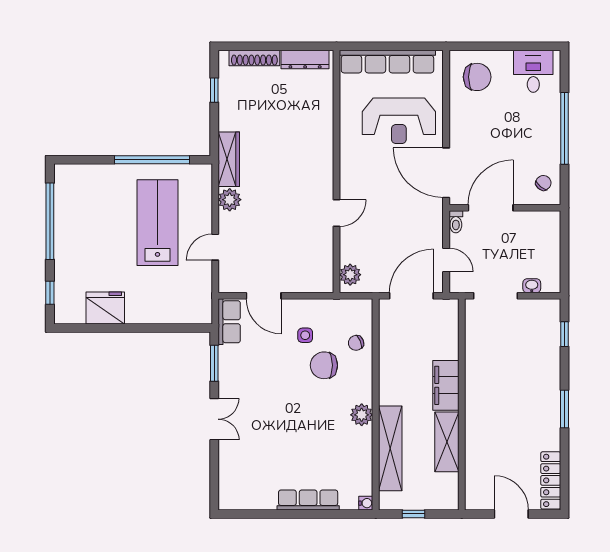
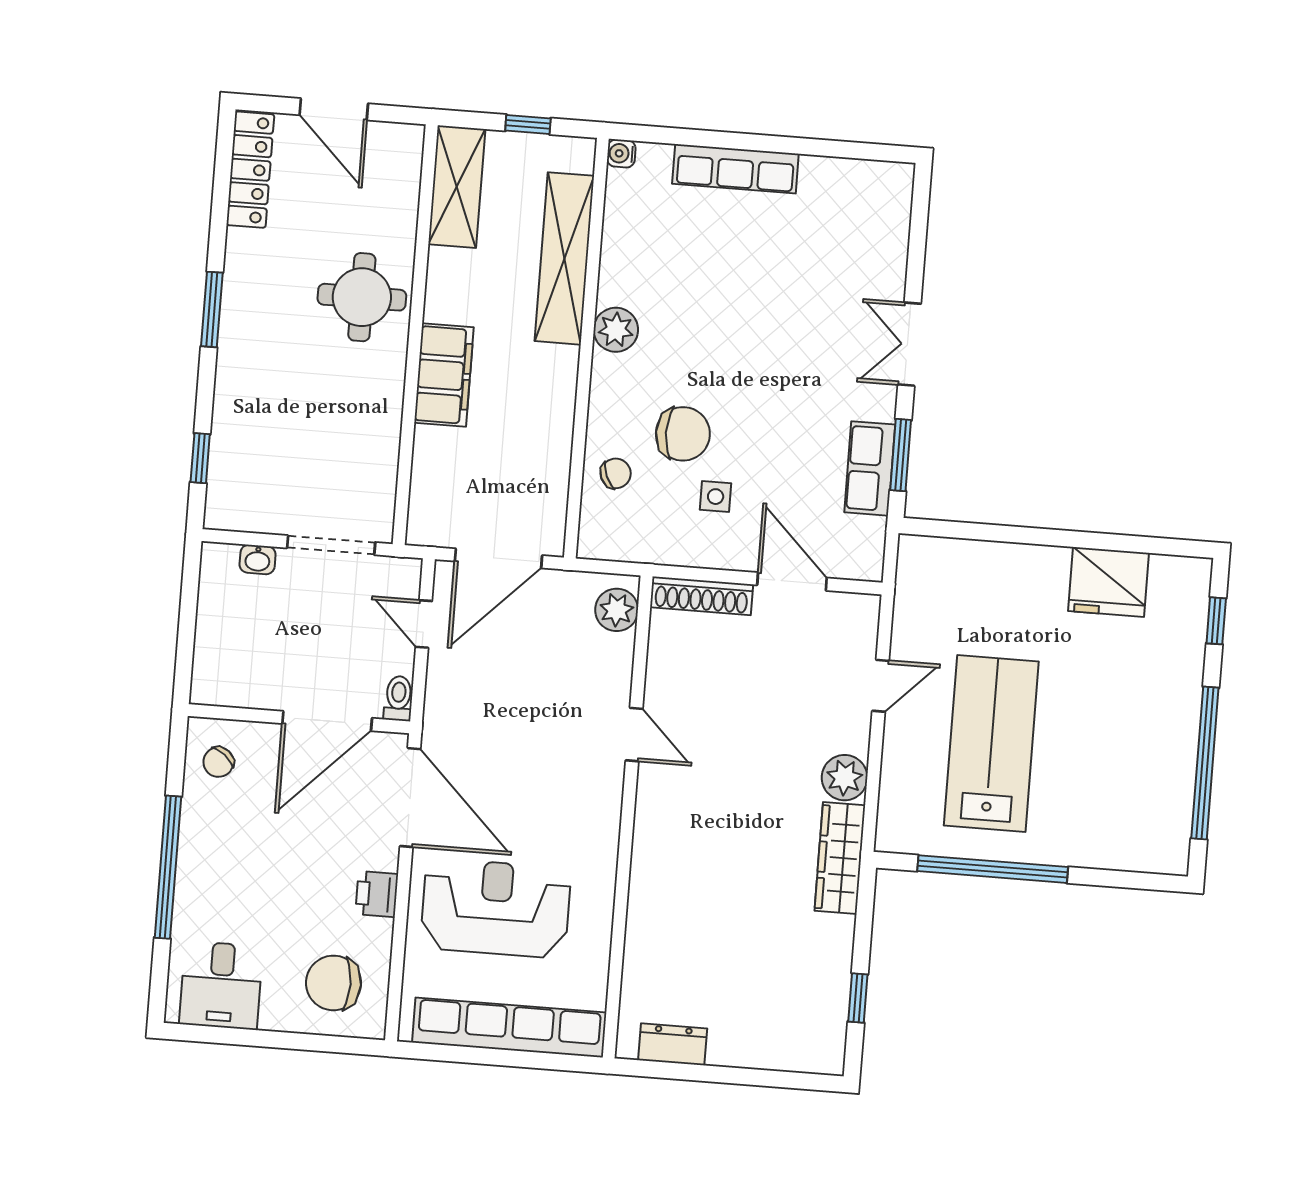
shoe rack: (254, 58) -> (702, 596), moved, turned 180
dresser: (305, 60) -> (673, 1044), width x0.70
printer: (459, 123) -> (377, 894), added
door: (337, 213) -> (634, 735), swing flipped
lab bench: (157, 223) -> (991, 743), turned 180
row of seats: (229, 322) -> (870, 468), moved
round table: (490, 421) -> (362, 297), added
shelving: (447, 442) -> (457, 187), moved

